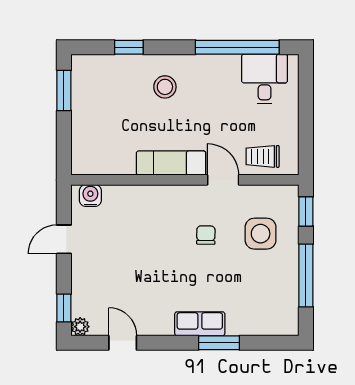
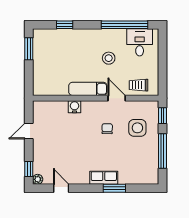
stool: (165, 87) -> (109, 58), moved
water cooler: (90, 195) -> (74, 107), moved

